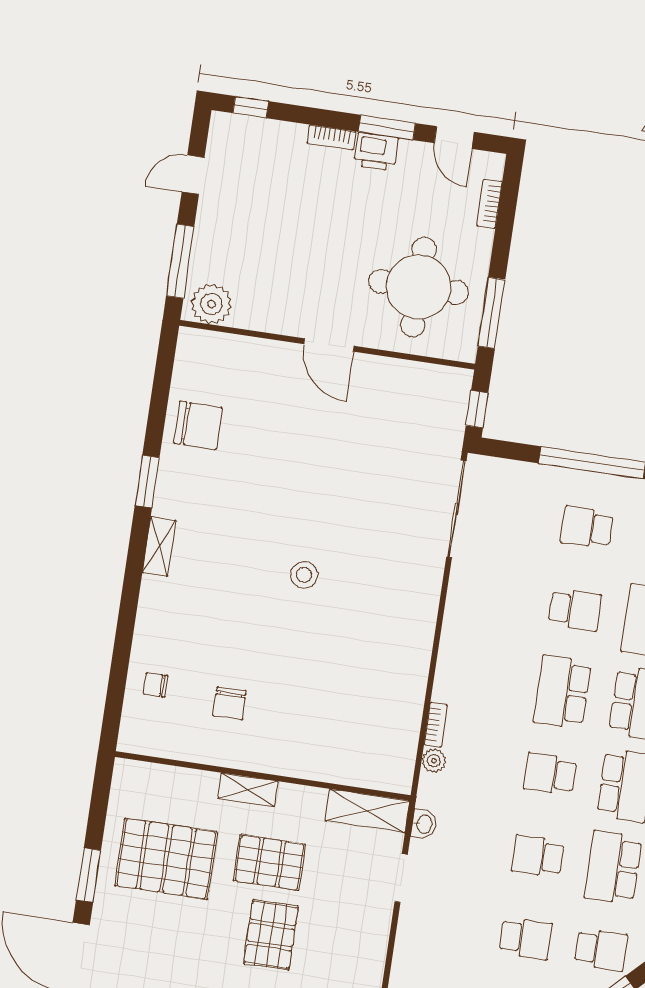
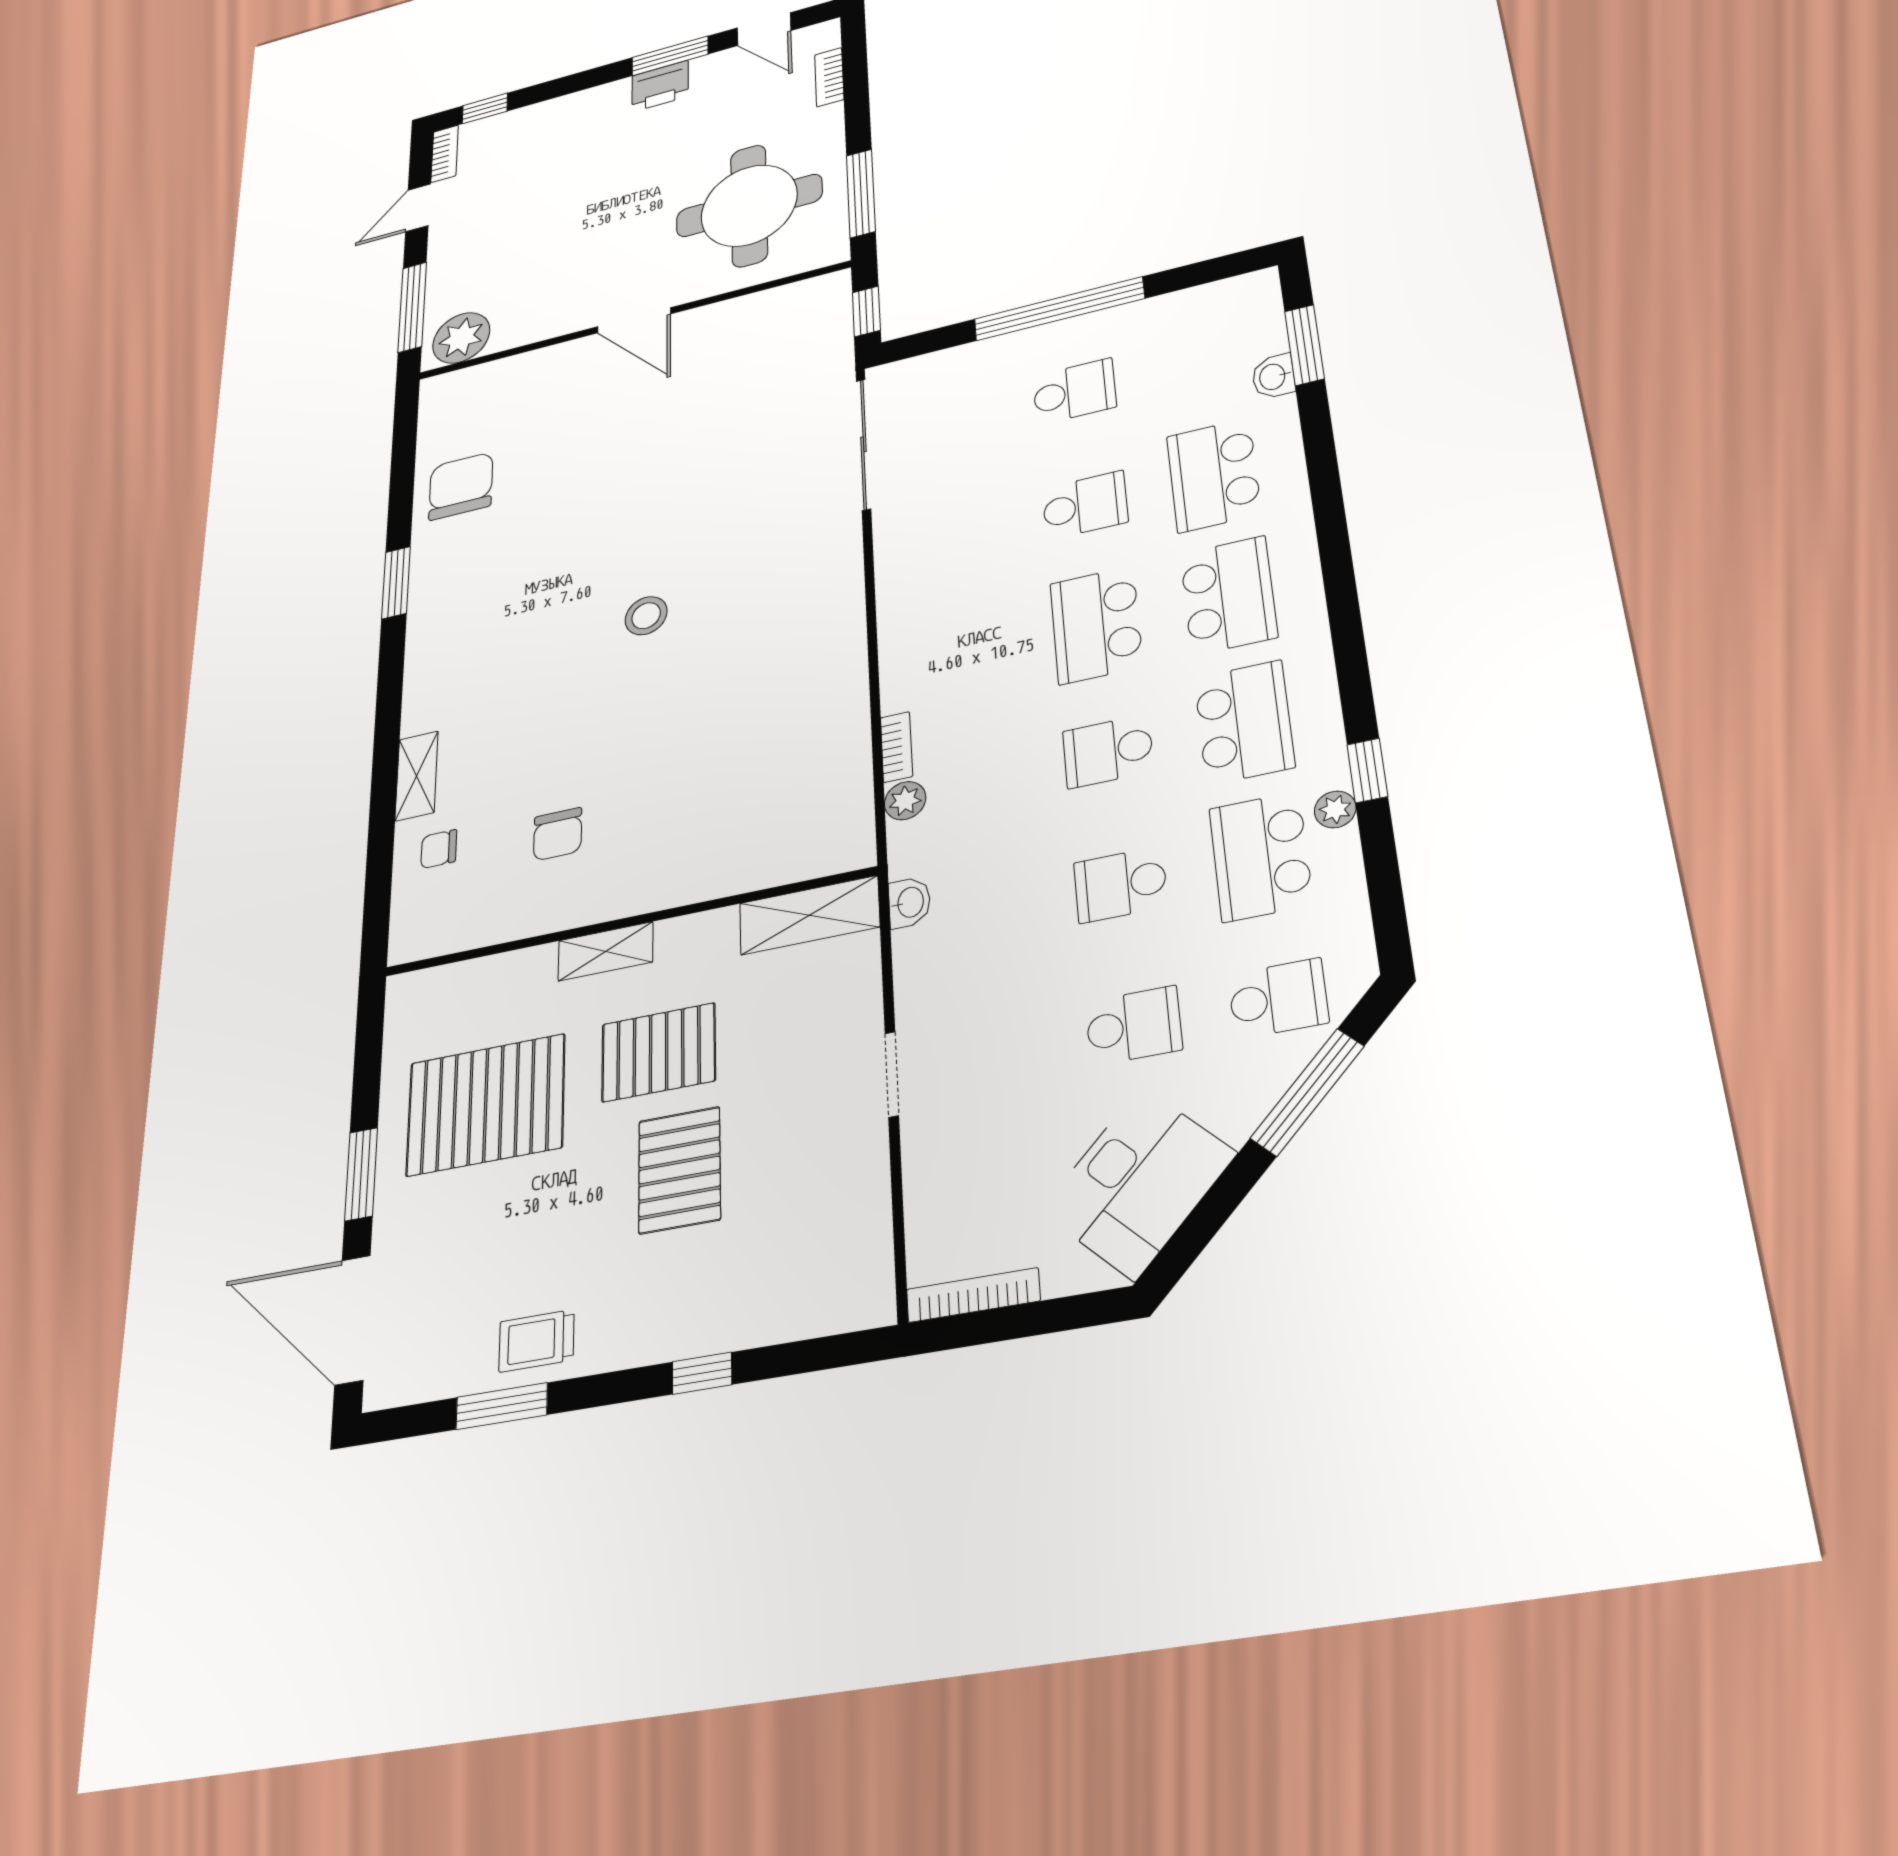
bookcase: (332, 137) -> (445, 154), moved, turned -90
chair: (198, 425) -> (461, 486), turned -90
school desk: (587, 527) -> (1074, 392), turned 180
shelving: (159, 546) -> (417, 776), moved
doorway: (401, 878) -> (892, 1074), moved

